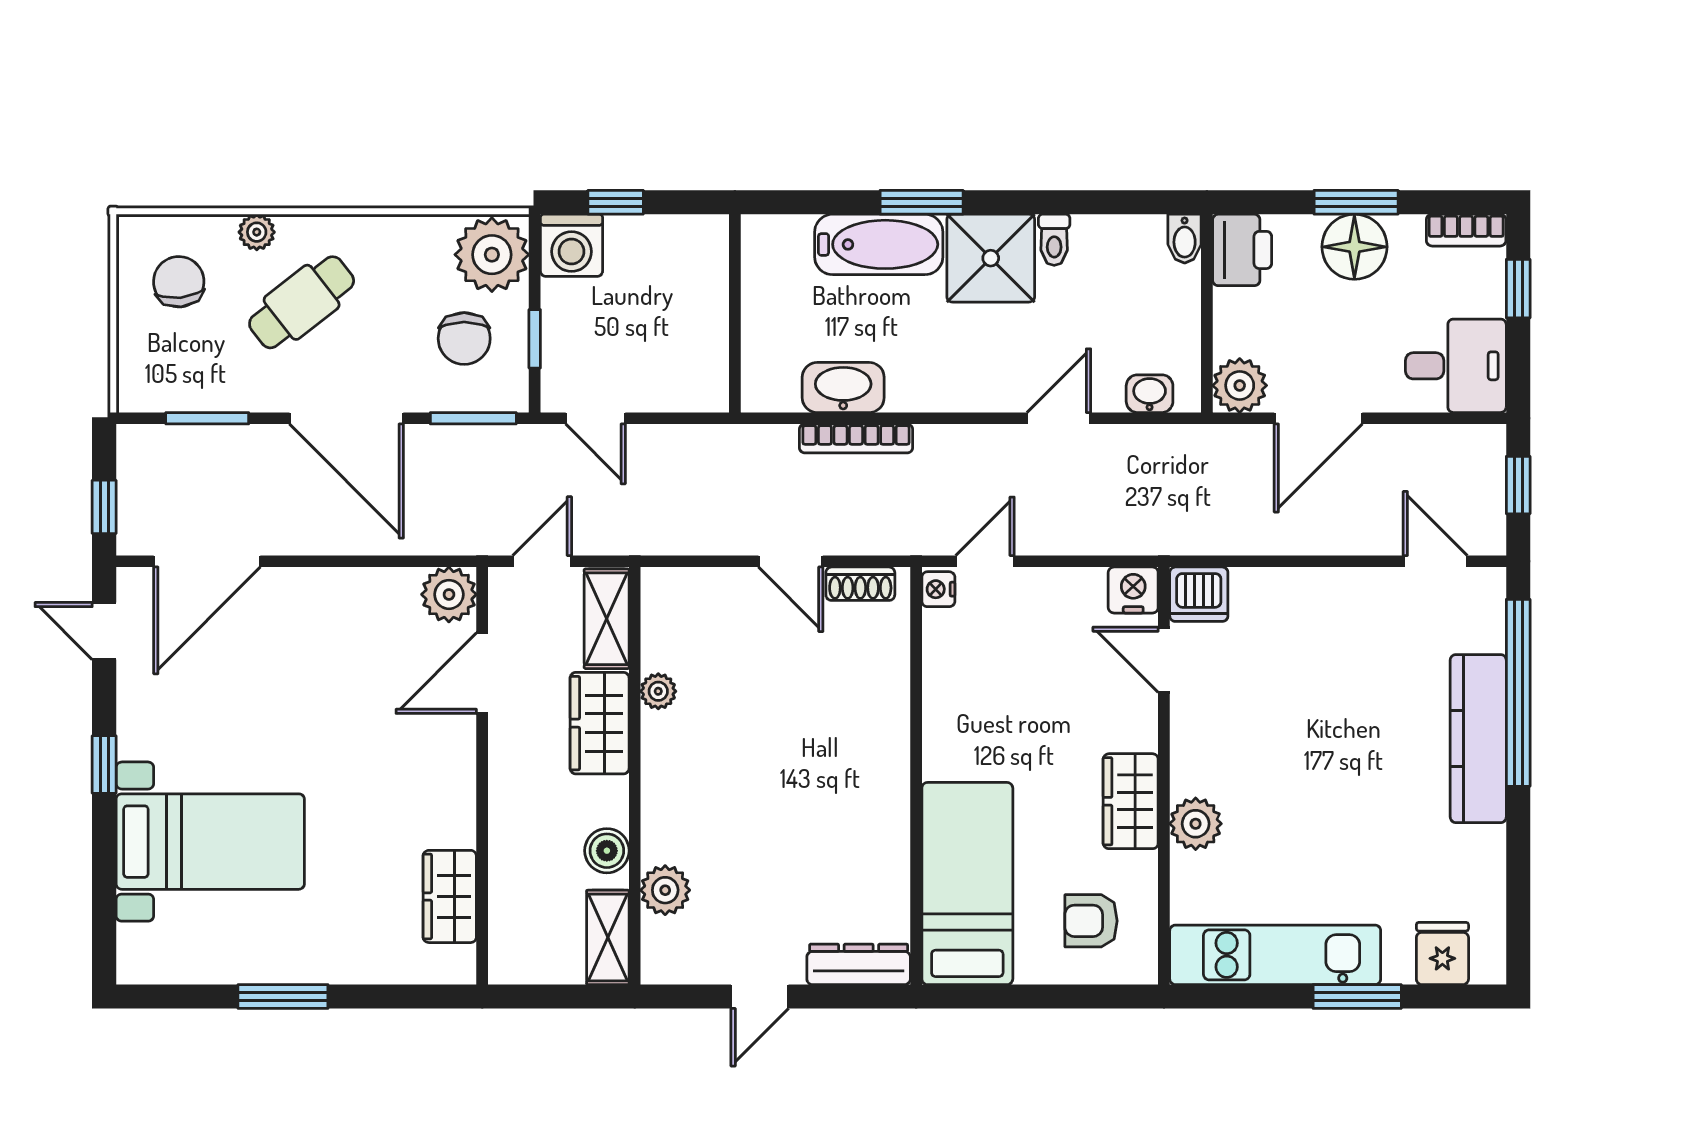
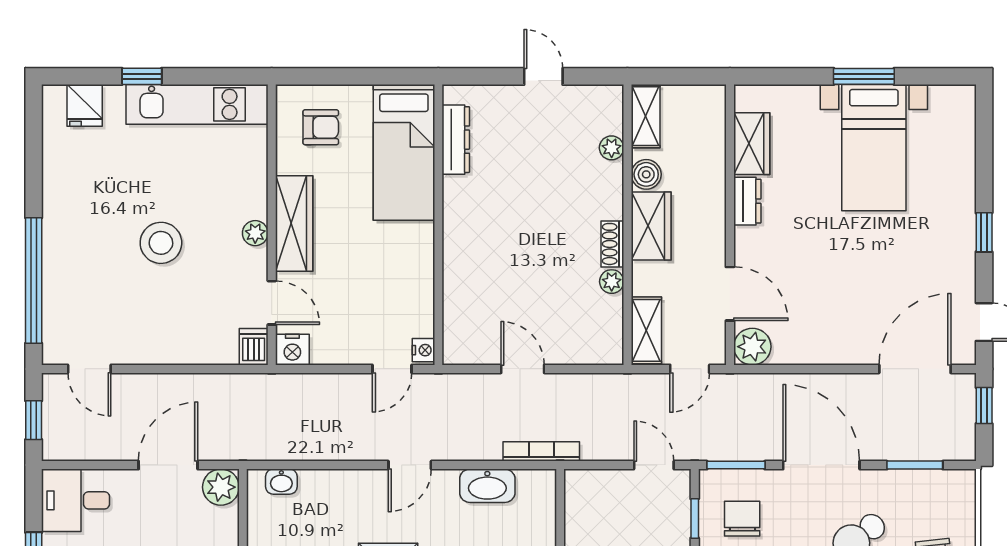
door: (1059, 418) -> (410, 465), moved
bookcase: (856, 438) -> (541, 451), moved
shoe rack: (860, 584) -> (612, 244), moved, turned -90
dishwasher: (1199, 594) -> (254, 347), width x0.73
door: (482, 673) -> (730, 294), hinge flipped
wardrobe: (600, 723) -> (651, 226), moved
kitchen counter: (1478, 739) -> (60, 250), removed
stool: (1329, 749) -> (161, 243), added
wardrobe: (1131, 801) -> (294, 224), width x1.50
dresser: (456, 811) -> (747, 201), added
plant: (1196, 824) -> (255, 233), moved, width x0.73, depth x0.73
bed with nightstands: (210, 842) -> (874, 148), moved, turned -90
plant: (665, 890) -> (612, 148), width x0.73, depth x0.73
dresser: (859, 964) -> (456, 140), moved, turned -90
door: (760, 997) -> (543, 76), hinge flipped
window: (1357, 997) -> (142, 76), width x0.67

